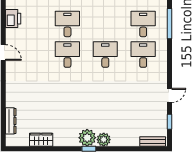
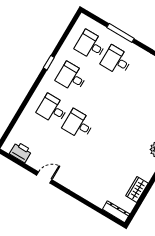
window: (169, 24) -> (121, 33), moved
desk: (105, 55) -> (72, 77), moved
dresser: (11, 121) -> (116, 212), moved

